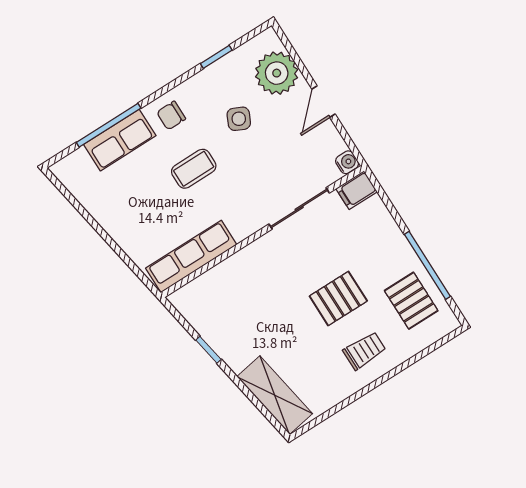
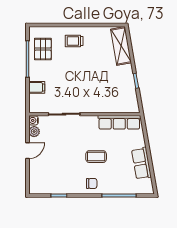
plant: (277, 73) -> (34, 132), moved, width x0.53, depth x0.53
side table: (239, 119) -> (66, 165), removed
row of seats: (120, 140) -> (141, 163), moved, turned -100
filing cabinet: (357, 190) -> (37, 87), moved
pallet: (338, 299) -> (71, 68), removed

